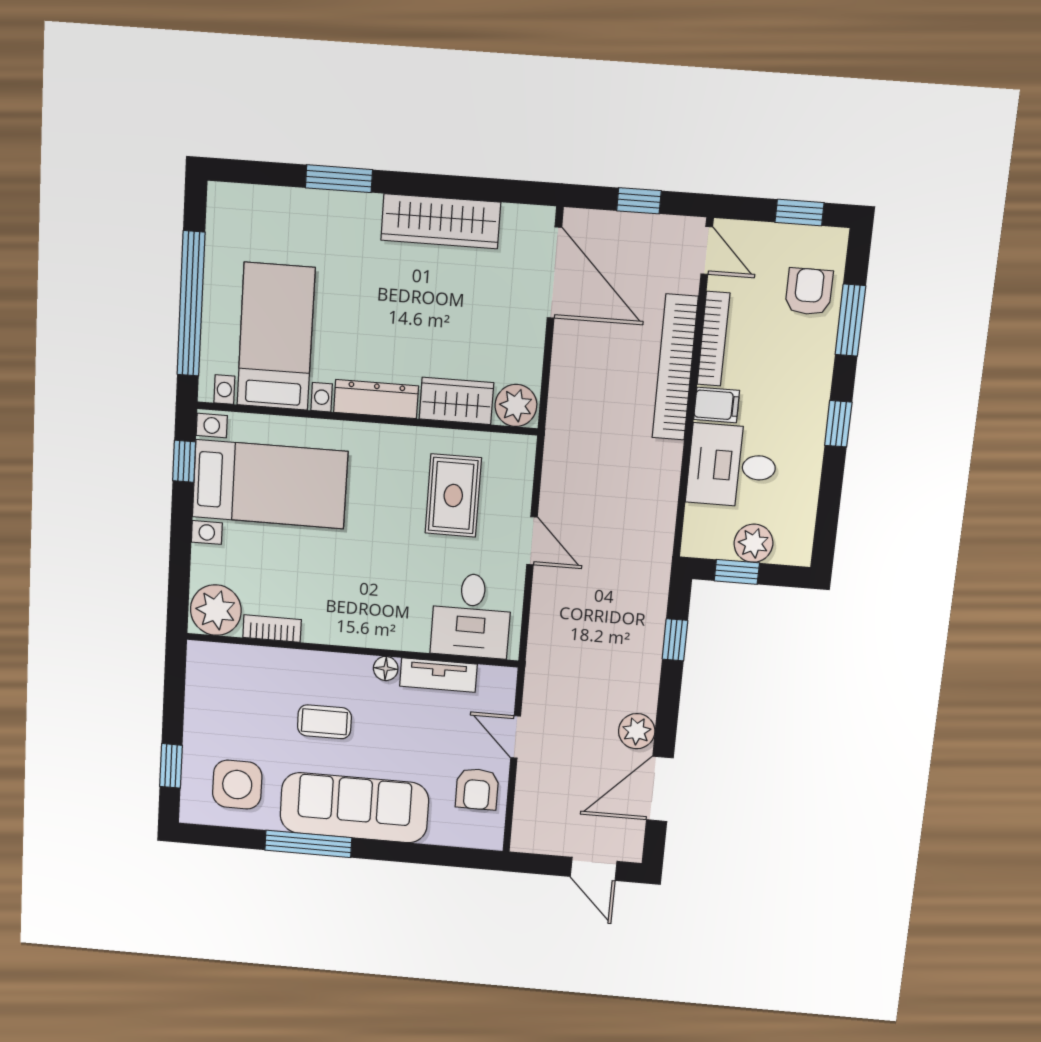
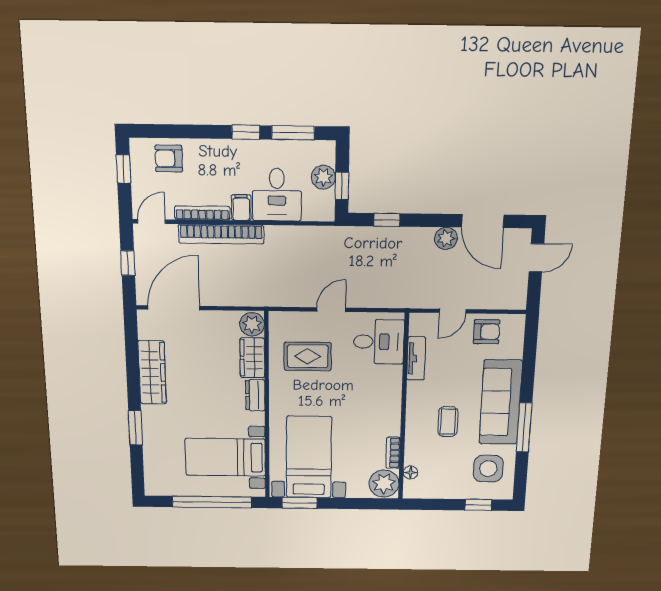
window: (850, 320) -> (293, 133), moved
dresser: (376, 399) -> (255, 395), width x0.70
window: (184, 461) -> (300, 503), width x1.50
floor lamp: (386, 669) -> (410, 472), moved

